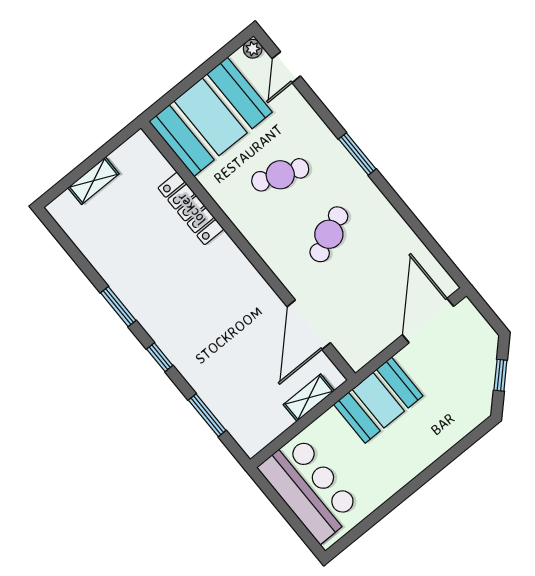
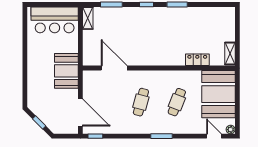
shelving: (93, 181) -> (230, 53), moved
locker: (191, 209) -> (197, 60), width x0.66
cafe table: (329, 234) -> (141, 102), turned 39
window: (447, 264) -> (95, 136), added
shelving: (309, 398) -> (88, 18), moved

